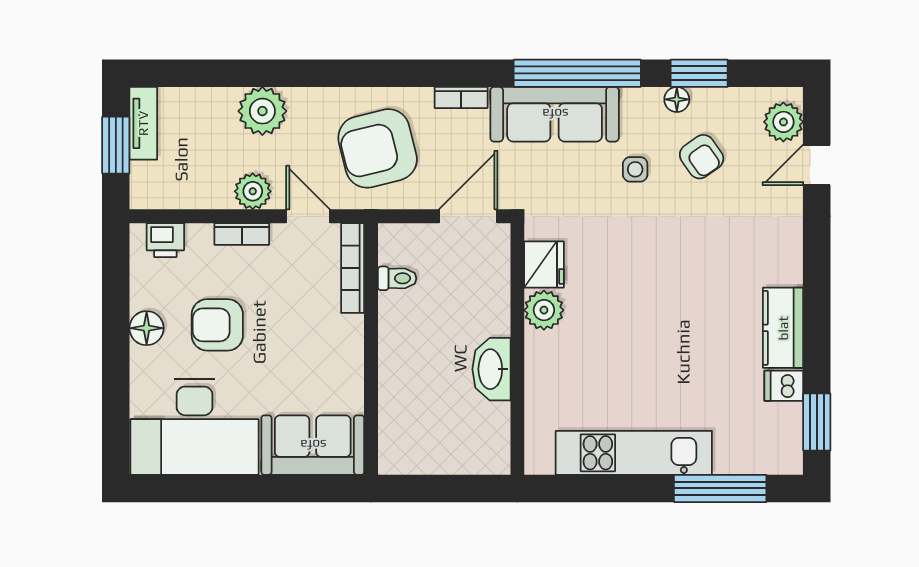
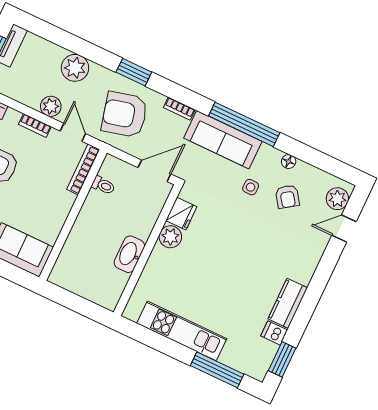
window: (699, 73) -> (134, 72), moved

